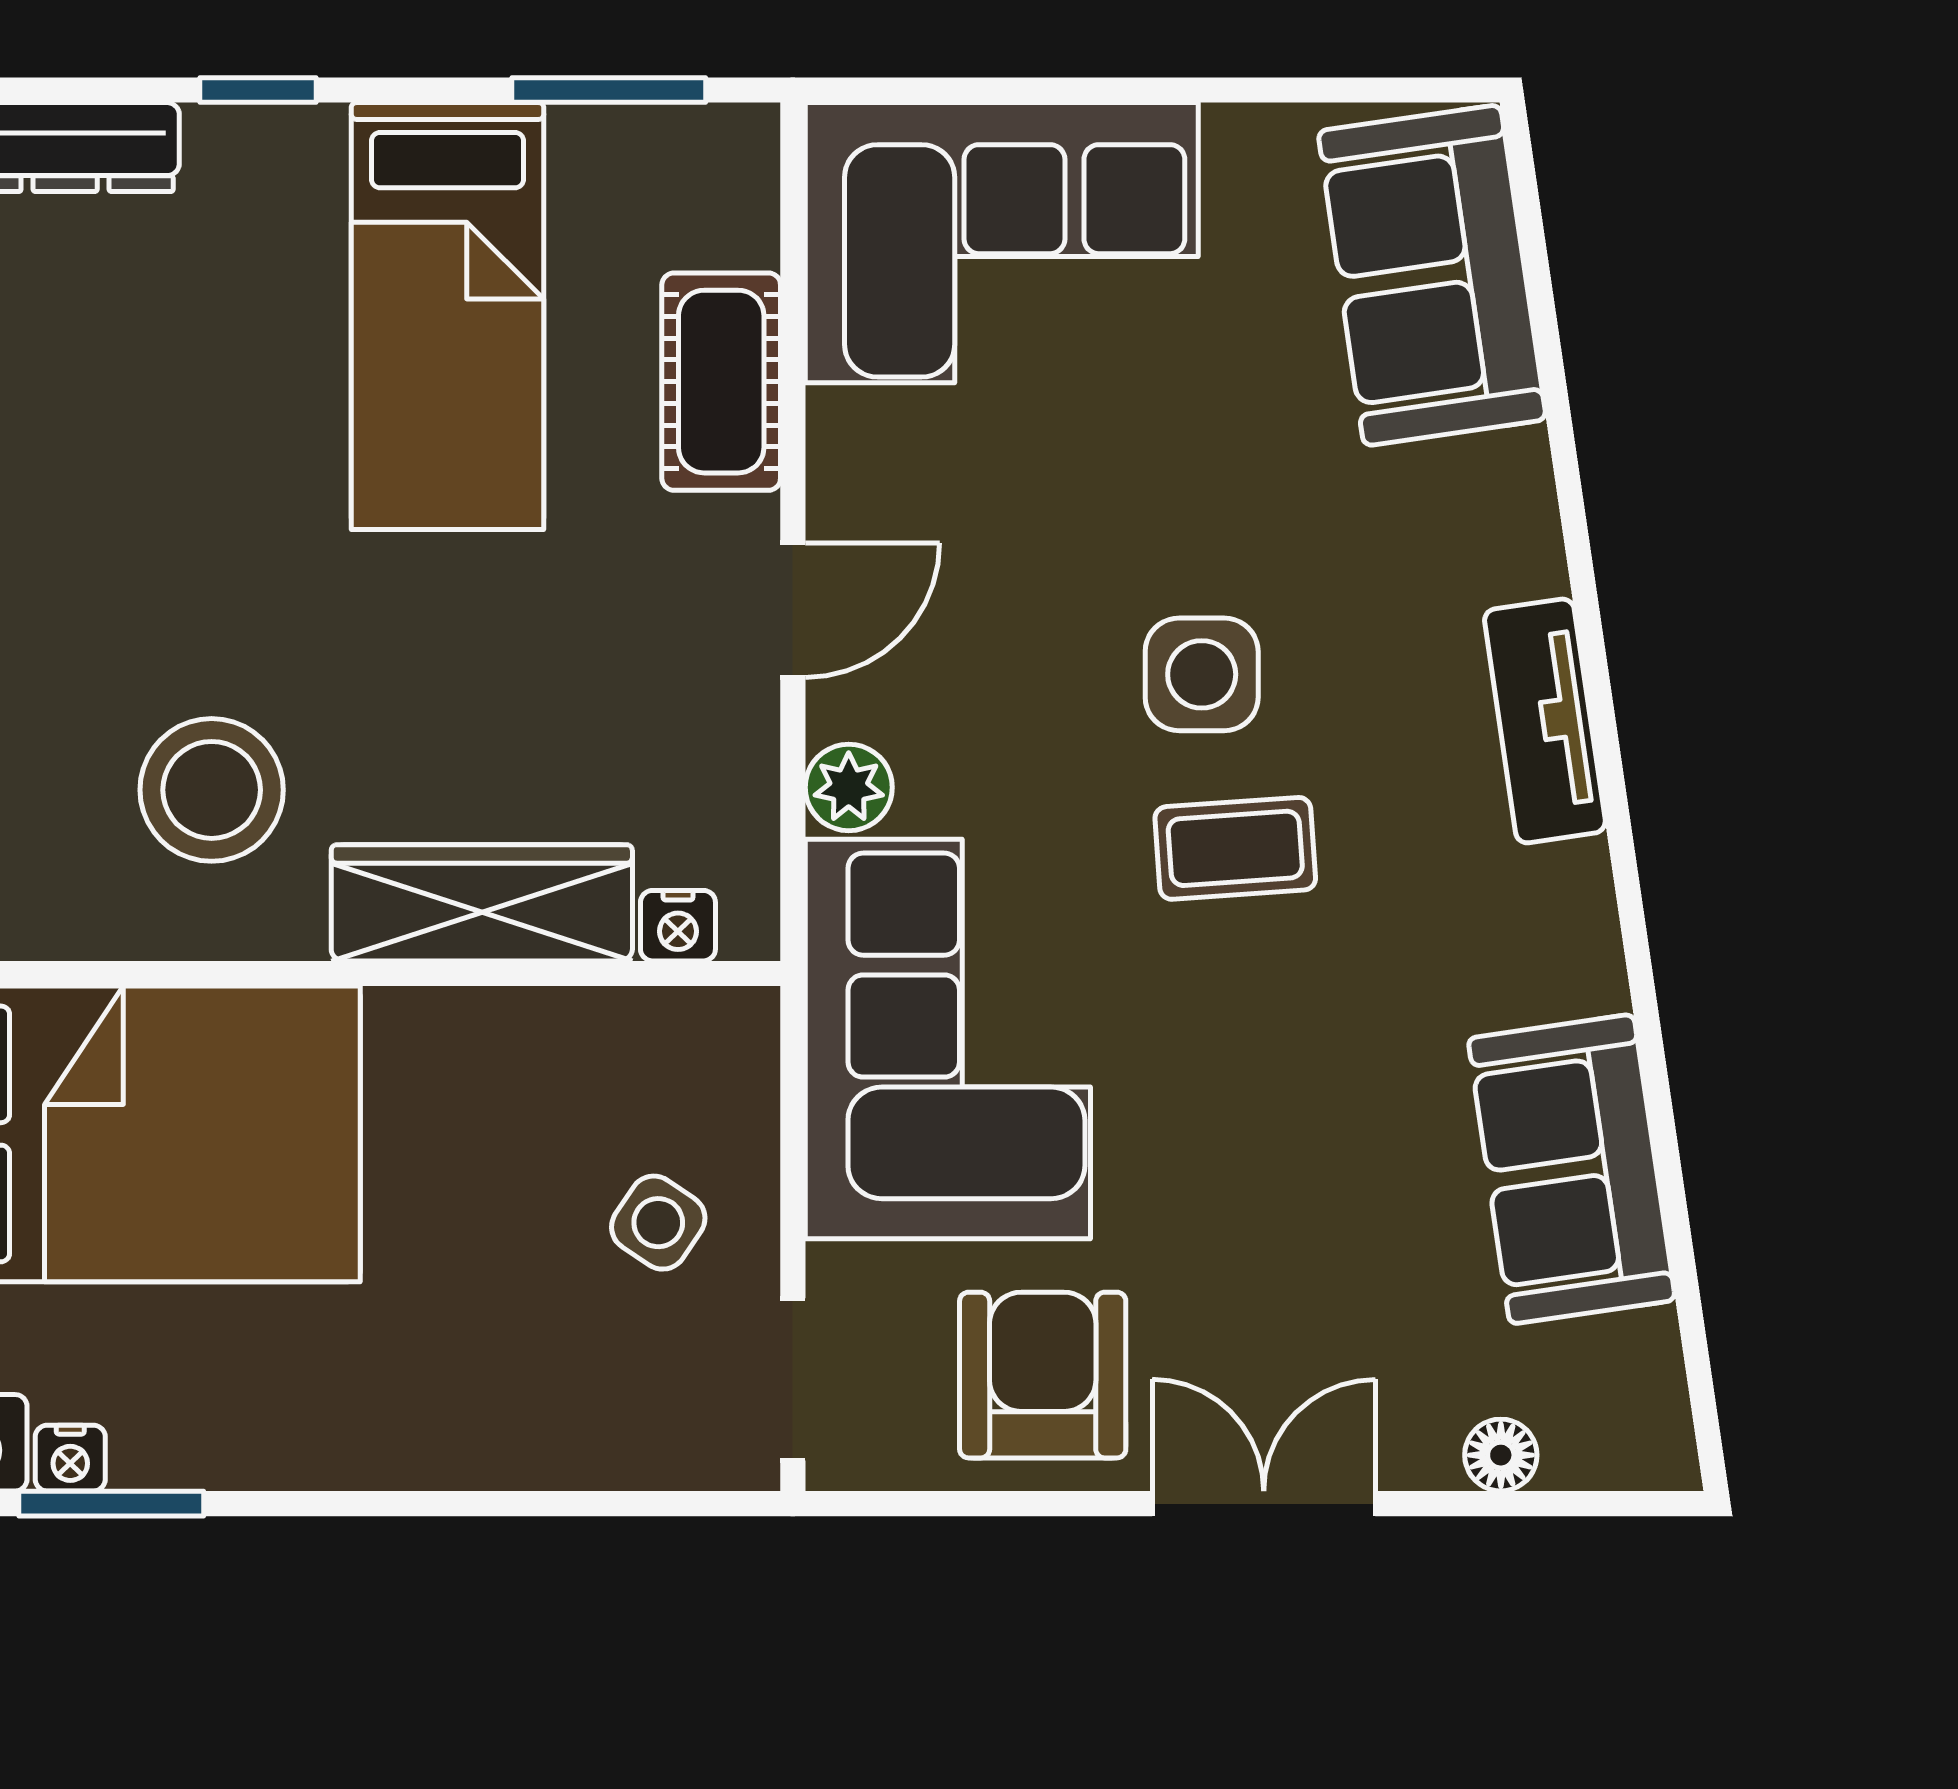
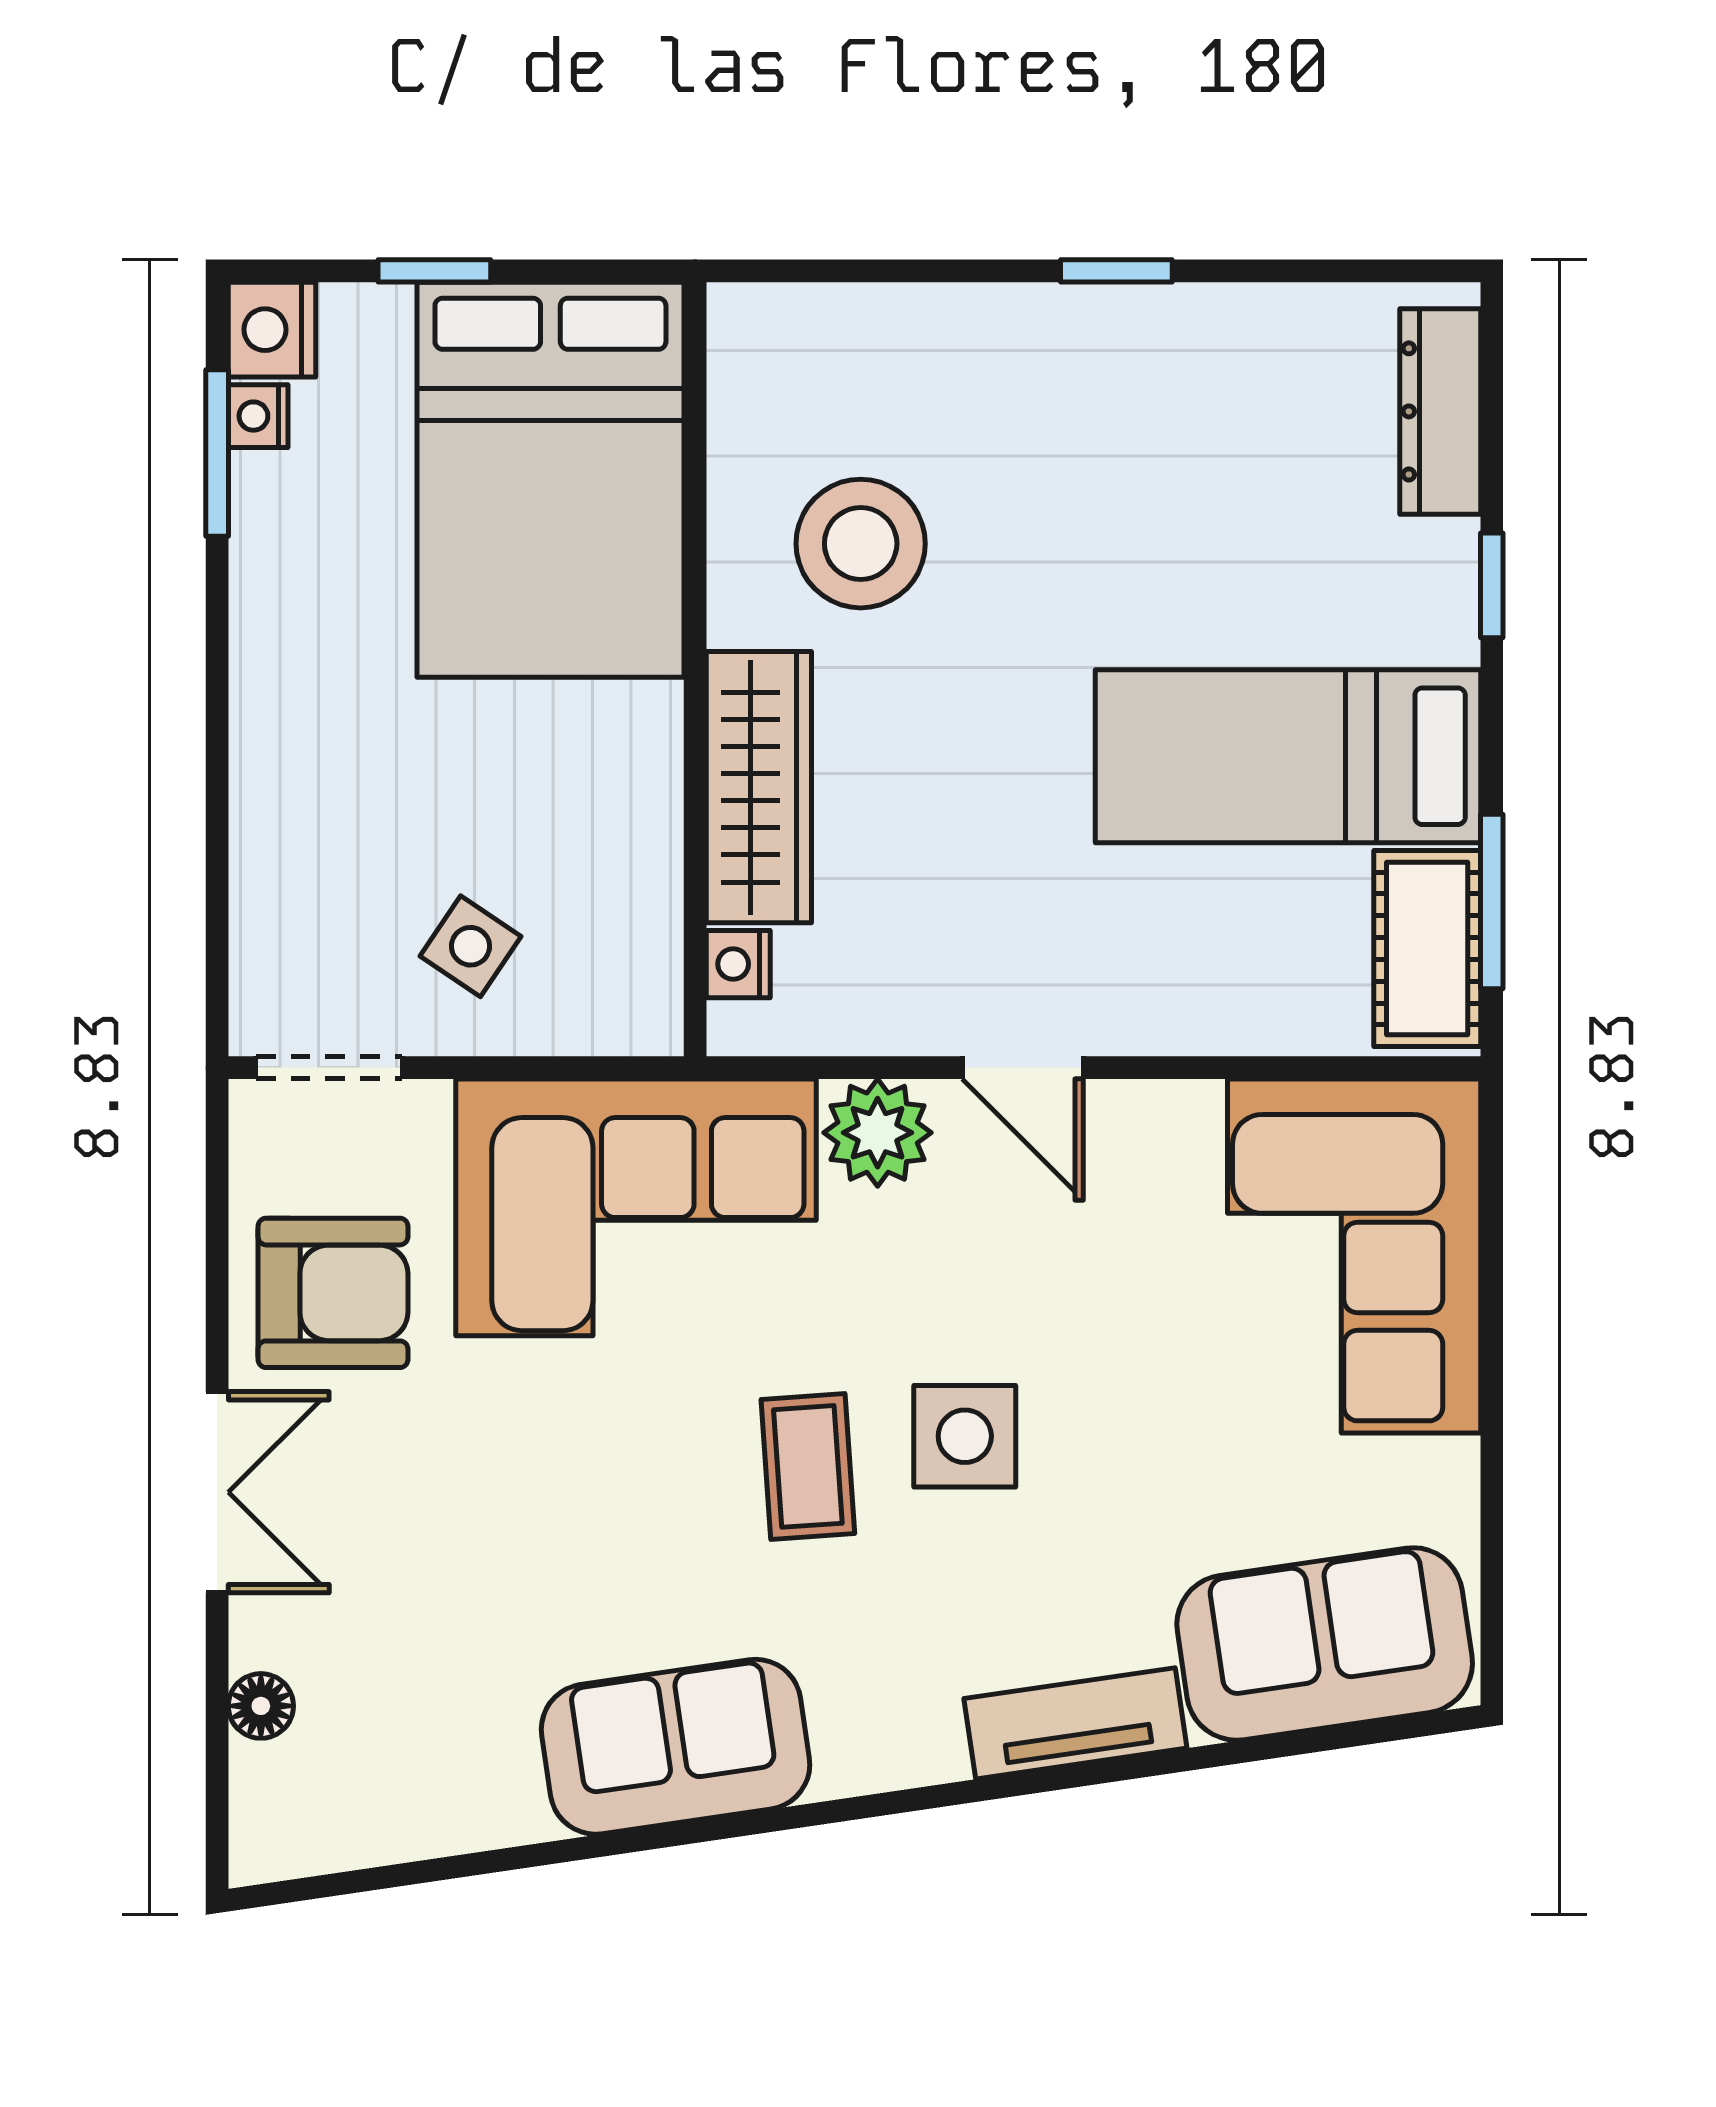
cot: (721, 382) -> (1427, 949), moved, turned 90
tv unit: (1545, 721) -> (1075, 1723), moved
plant: (849, 787) -> (878, 1133), width x1.38, depth x1.38
sofa: (1572, 1169) -> (676, 1747), moved

